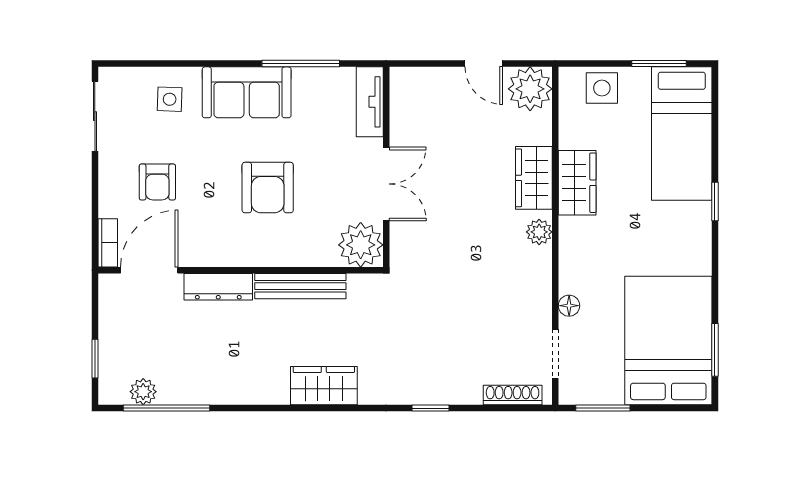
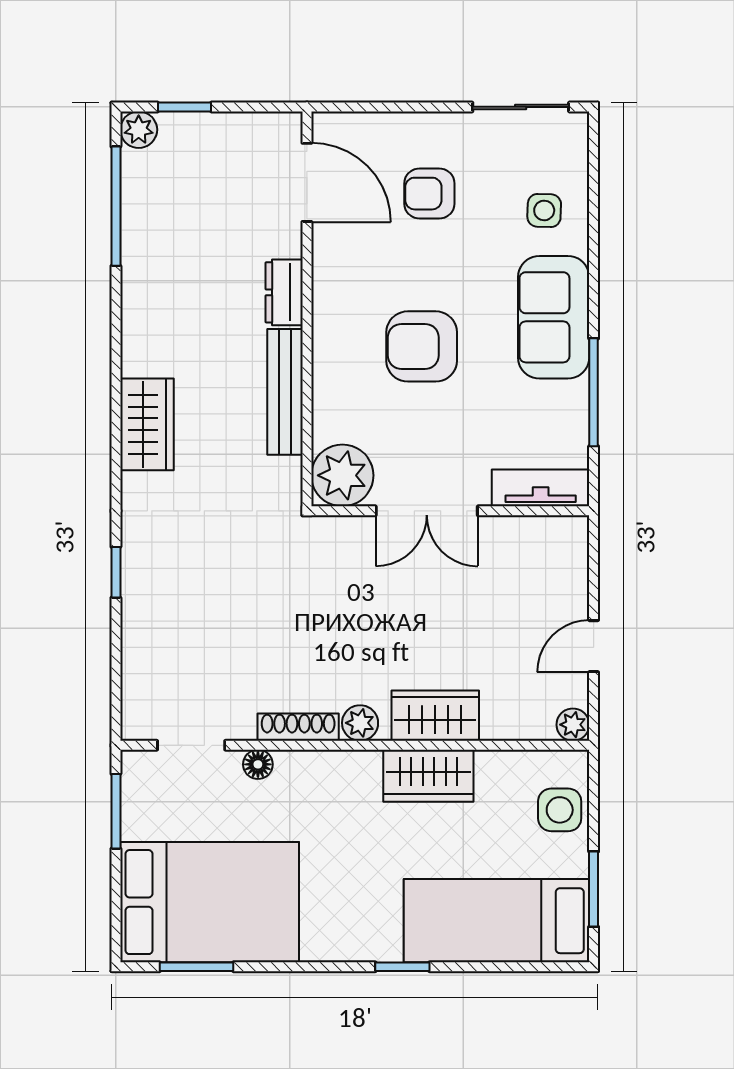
plant: (530, 89) -> (573, 725), width x0.53, depth x0.53
bookcase: (108, 243) -> (345, 125), removed
dresser: (218, 287) -> (284, 292), width x0.70
plant: (143, 392) -> (139, 130), moved
shoe rack: (513, 395) -> (298, 727), moved, turned -90

